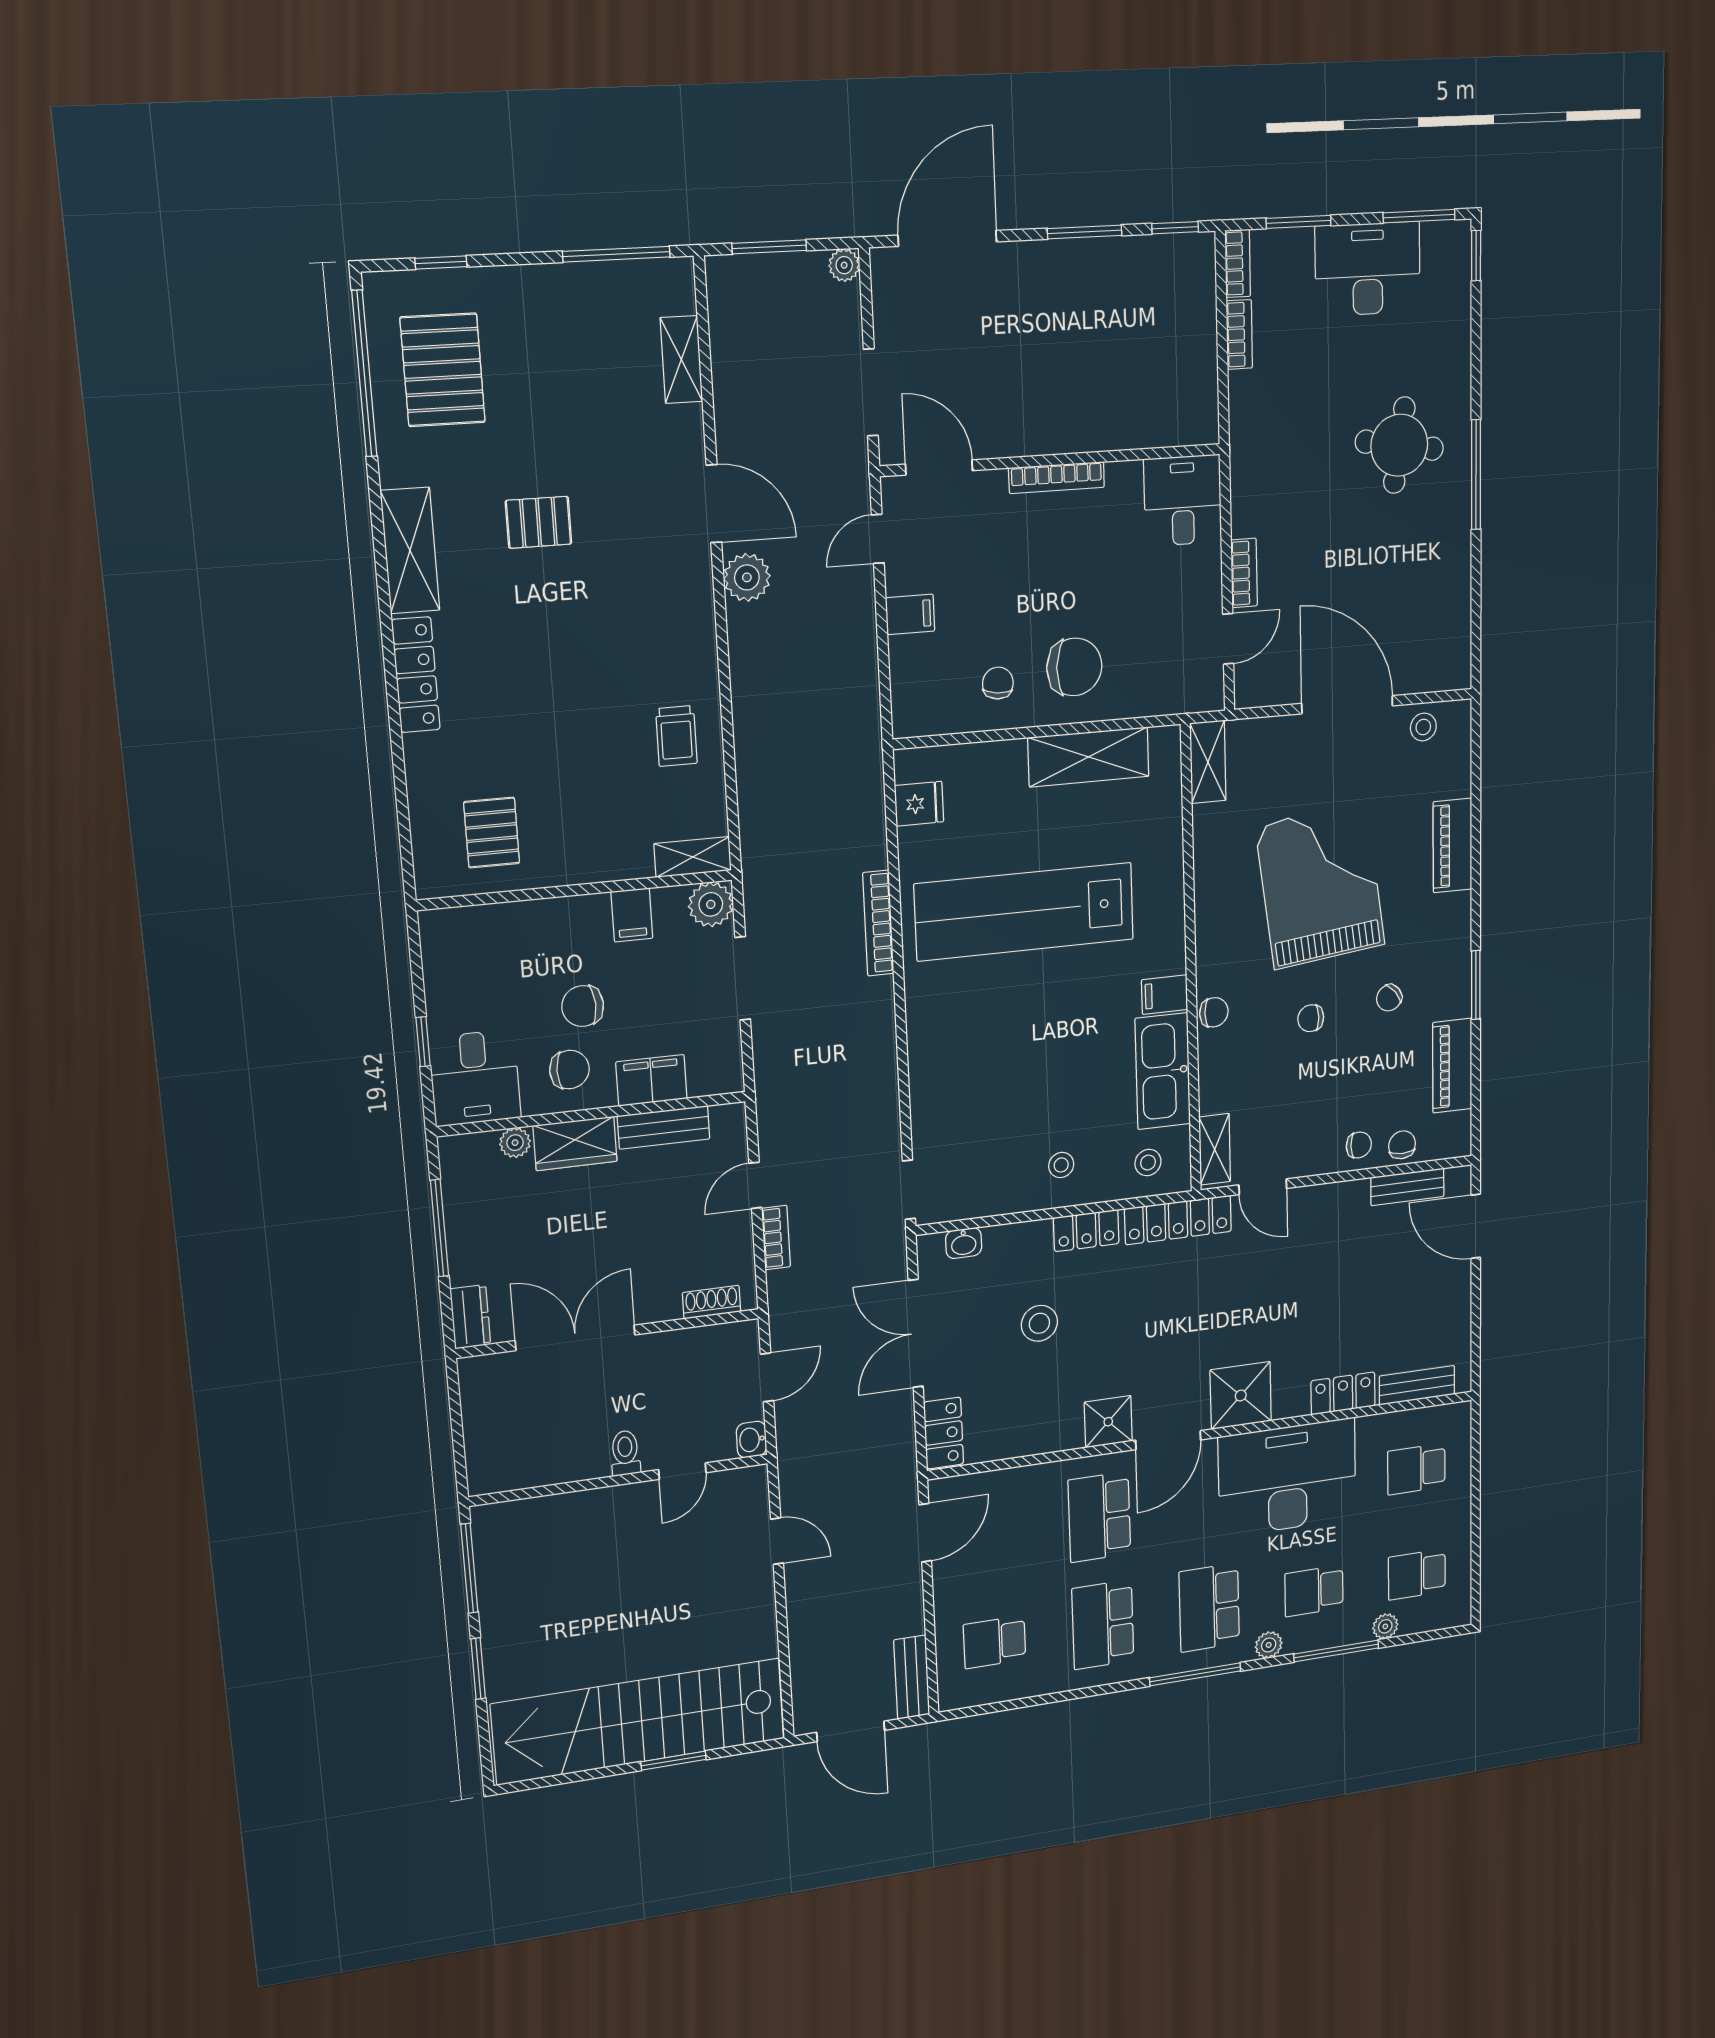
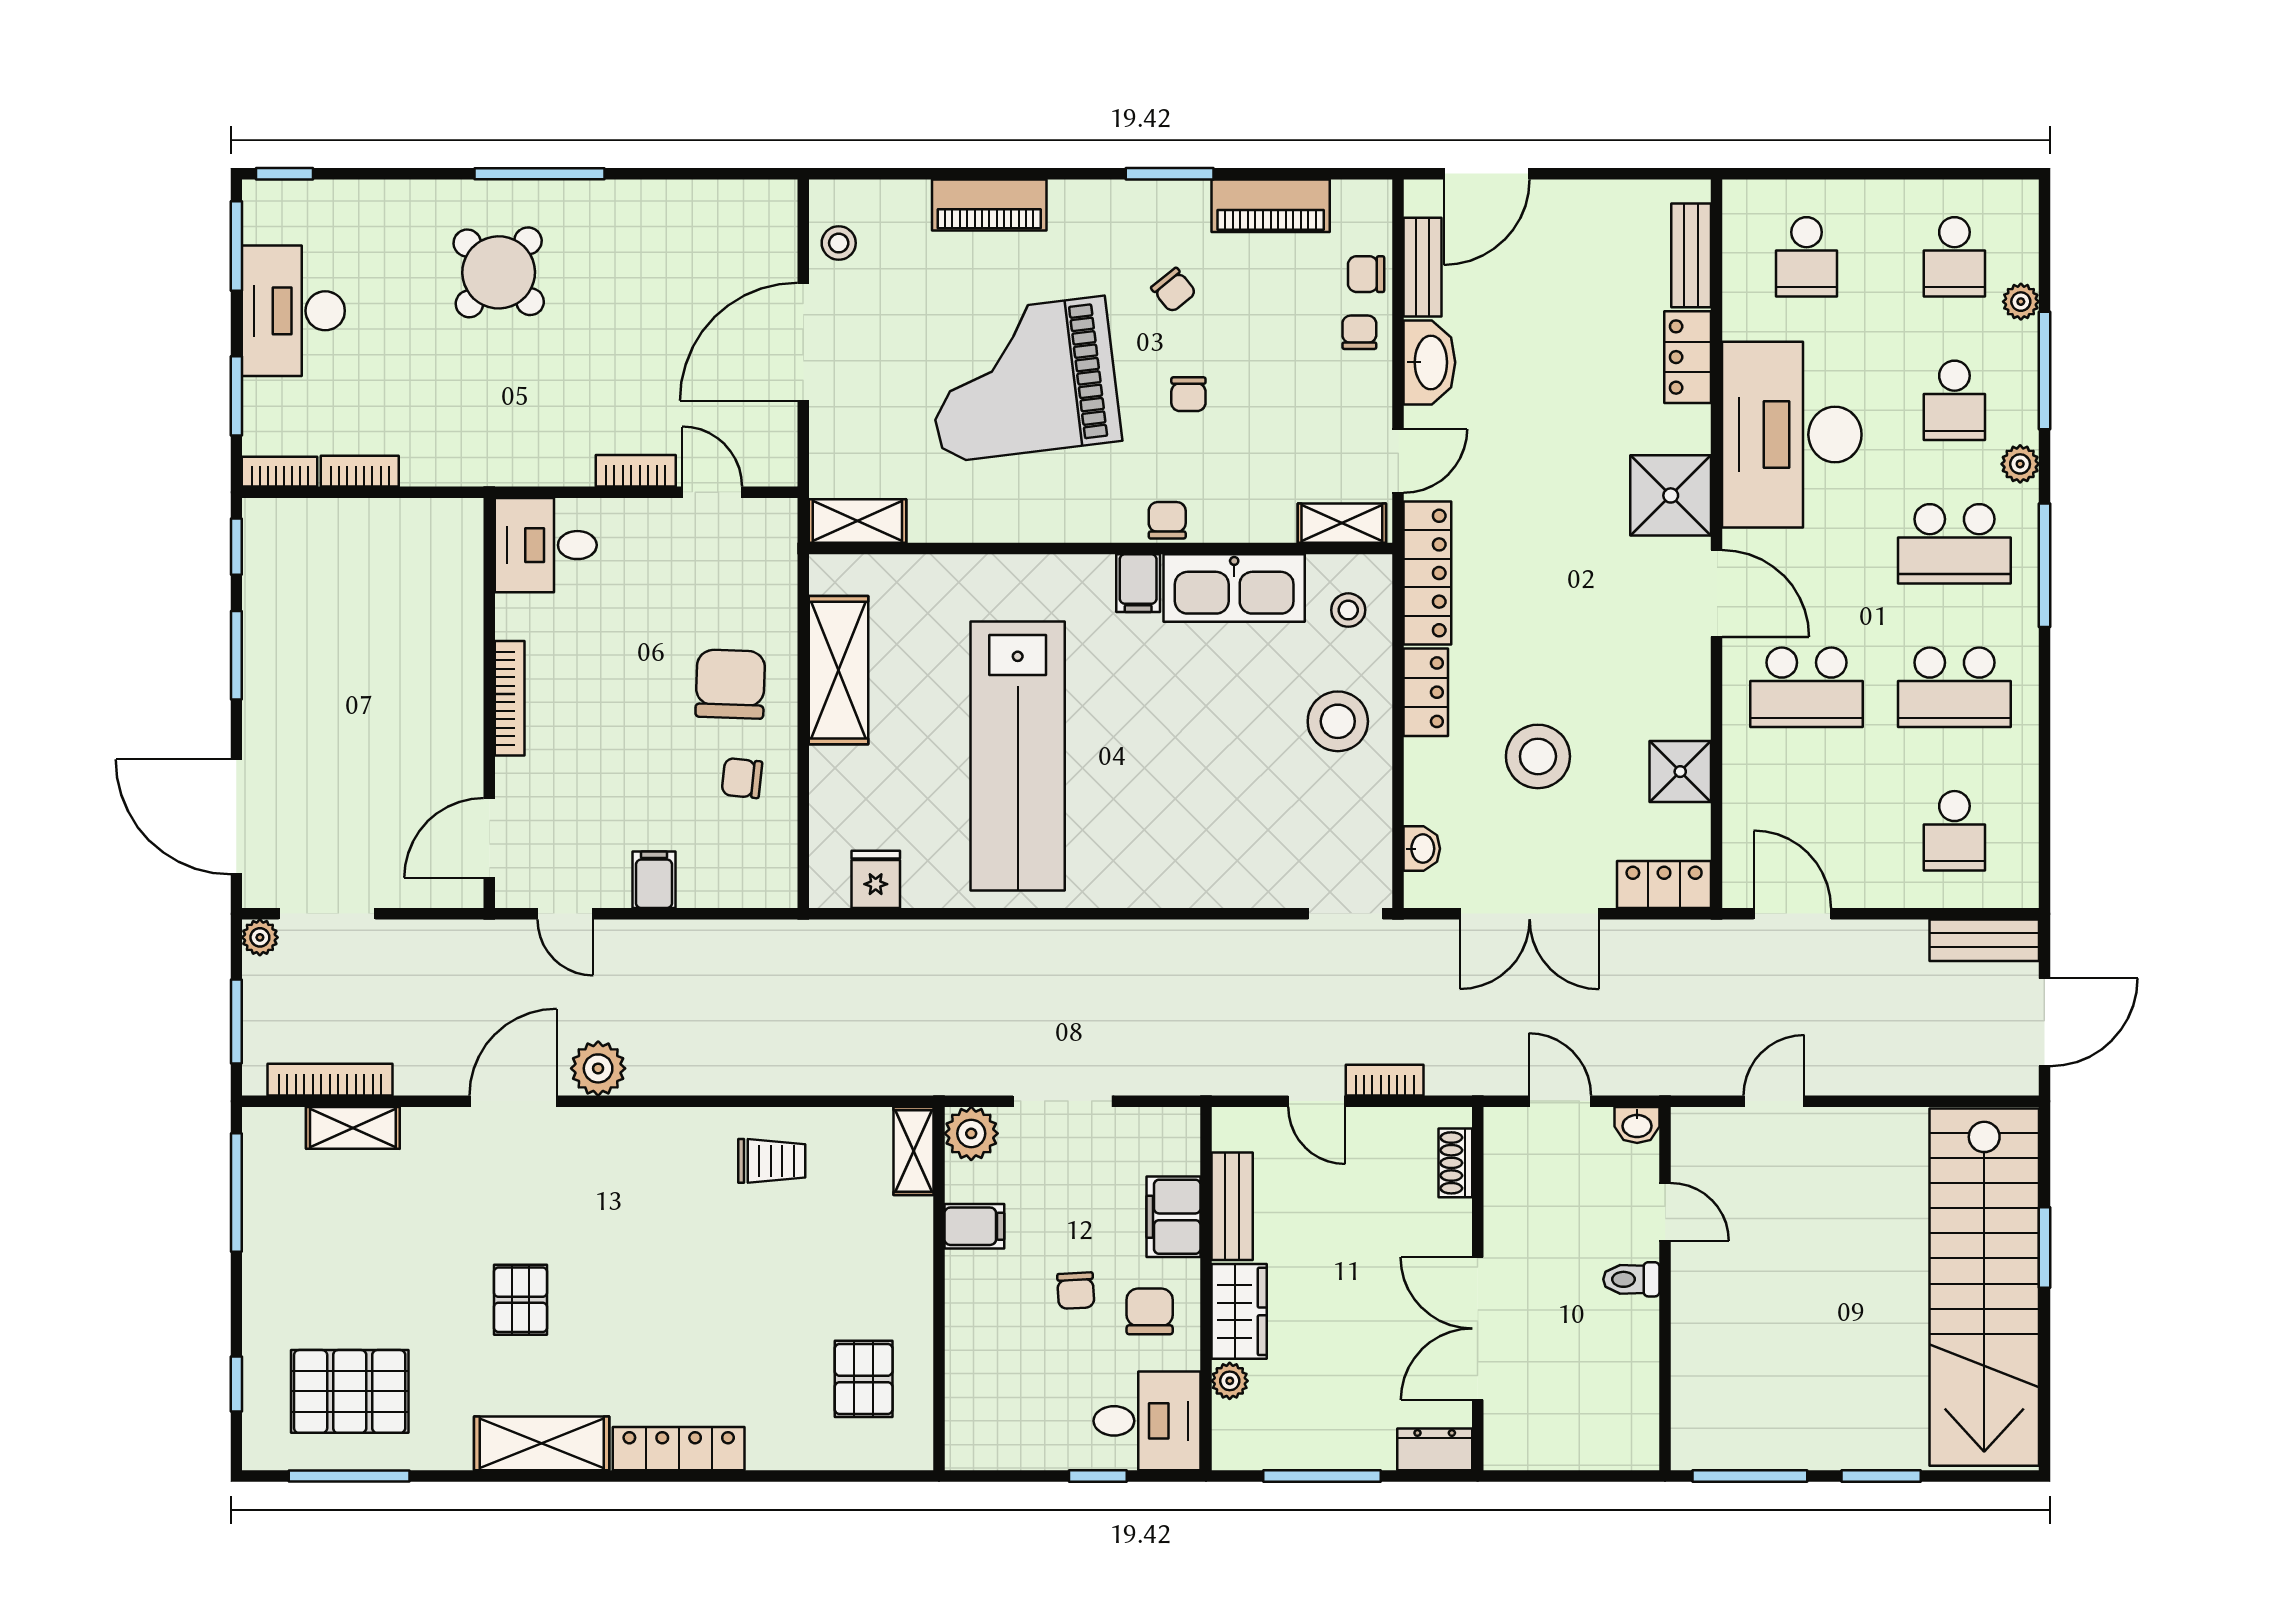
window: (364, 374) -> (349, 1476), width x0.68
doorway: (871, 392) -> (327, 914), moved
round table: (1399, 445) -> (499, 272), turned 34
pallet: (492, 833) -> (864, 1379), turned 90
bookcase: (878, 923) -> (330, 1080), moved, turned 180
chair: (583, 1006) -> (1076, 1291), width x0.73, depth x0.73
stool: (1061, 1165) -> (1338, 721), width x1.89, depth x1.89
washbasin: (1337, 1201) -> (1429, 362), added
stool: (1039, 1323) -> (1538, 756), width x1.38, depth x1.38
shower: (1108, 1422) -> (1680, 772), moved

